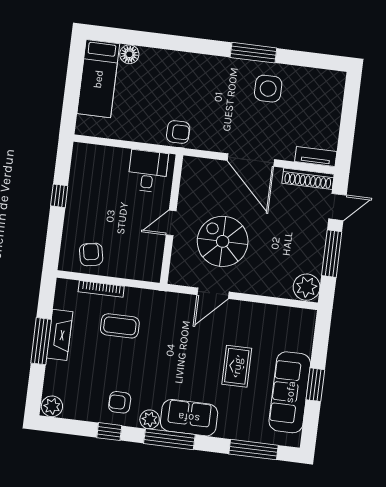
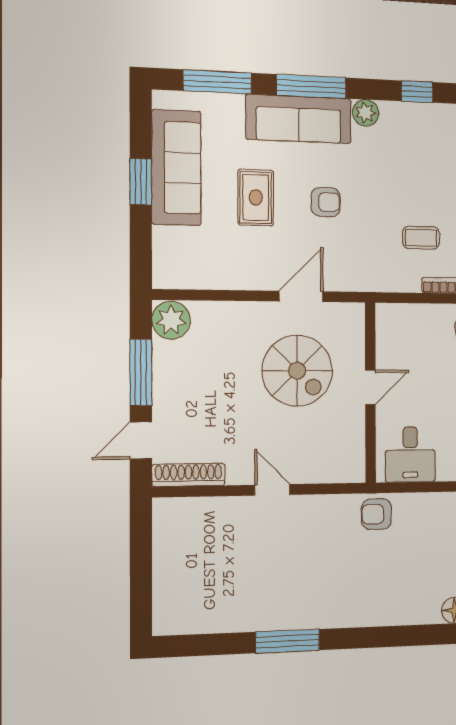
side table: (268, 89) -> (261, 594), removed
tv unit: (316, 157) -> (181, 508), removed
door: (251, 160) -> (272, 490), width x0.53
coffee table: (120, 326) -> (421, 238), width x0.73, depth x0.77
armchair: (120, 402) -> (326, 202), moved
sofa: (189, 418) -> (299, 119), width x1.36
window: (169, 439) -> (311, 86), moved

